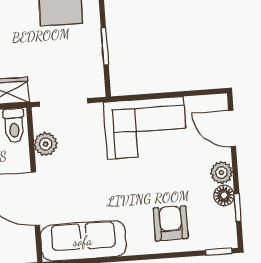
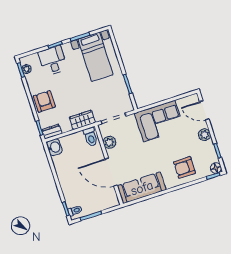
floor lamp: (224, 195) -> (216, 168), moved
armchair: (171, 223) -> (185, 167), turned -90

